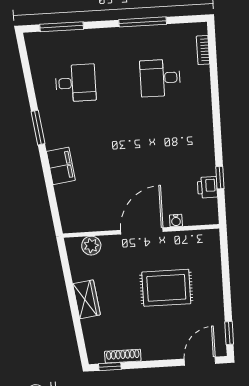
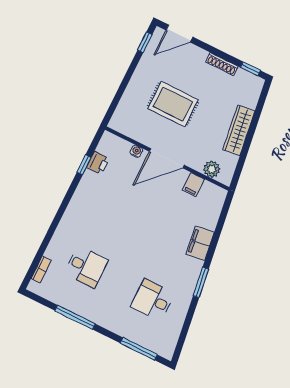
filing cabinet: (101, 220) -> (193, 185), added
wardrobe: (86, 299) -> (239, 130), width x1.50
shoe rack: (123, 356) -> (222, 64), moved

